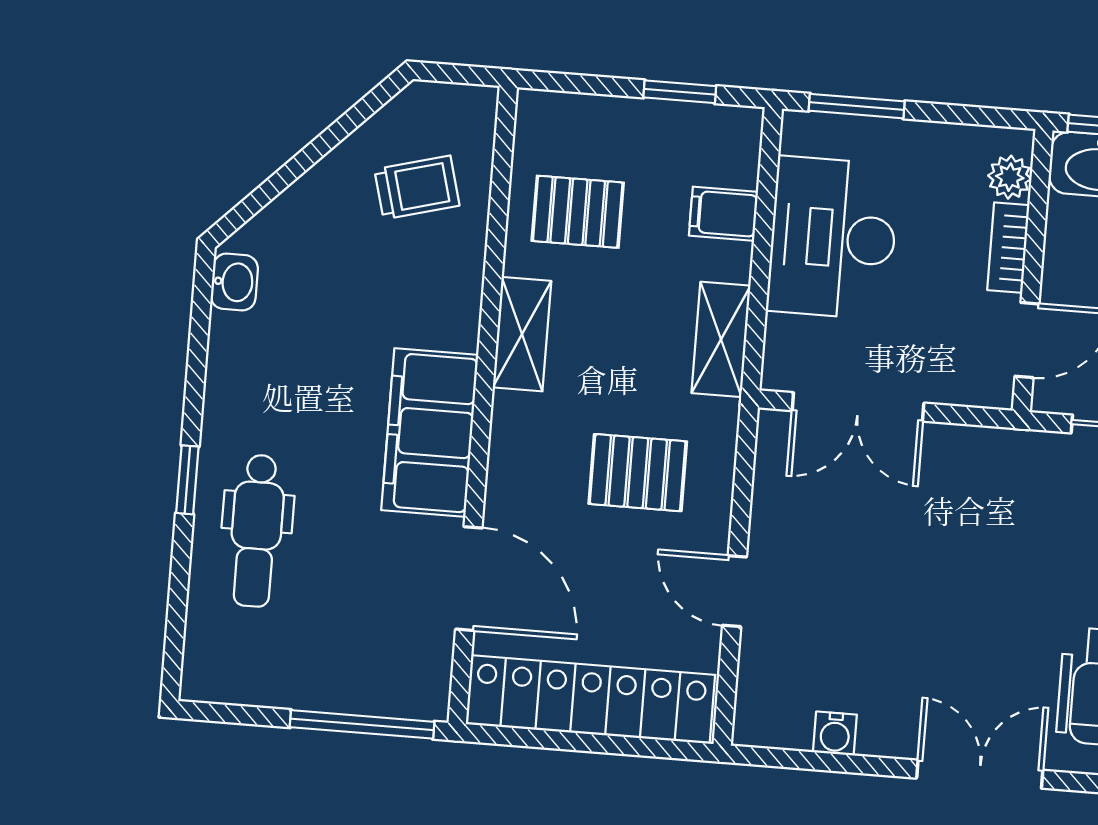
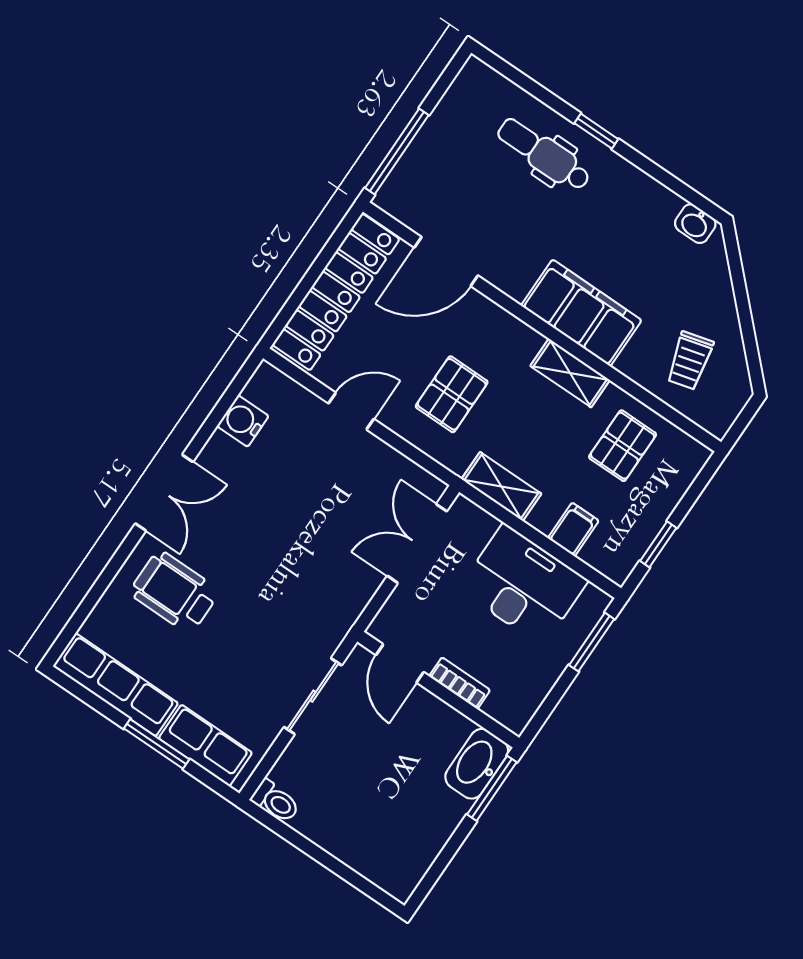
plant: (1010, 177) -> (500, 707), removed
filing cabinet: (430, 433) -> (581, 313), moved
water cooler: (835, 733) -> (243, 421), width x1.38, depth x1.38

